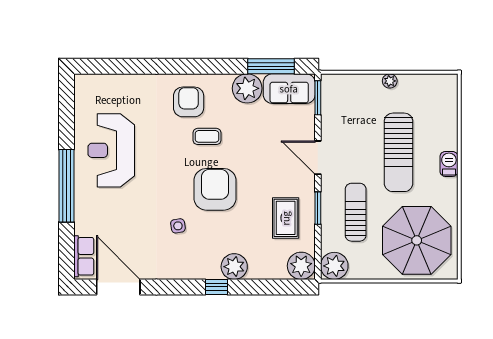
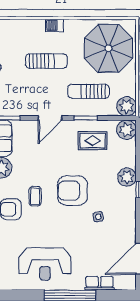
sun lounger: (399, 152) -> (46, 61), width x0.73, depth x0.75
row of seats: (84, 256) -> (100, 283), moved

